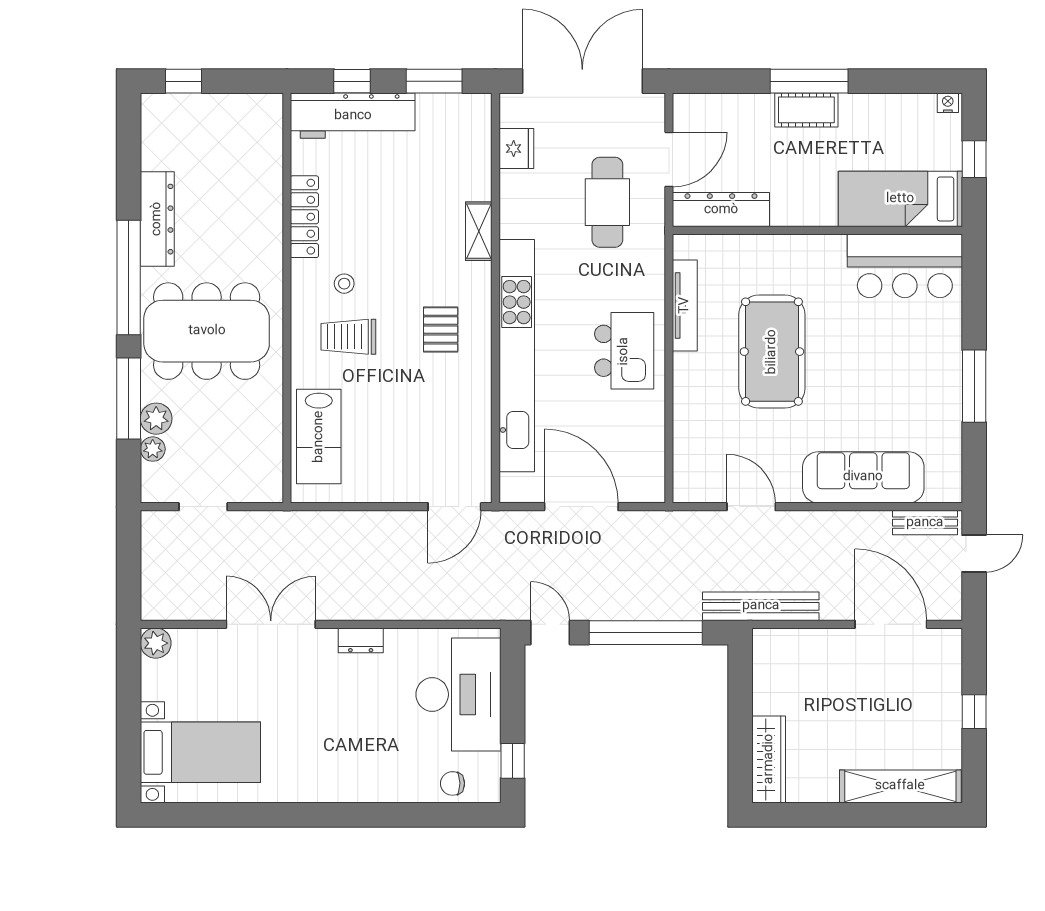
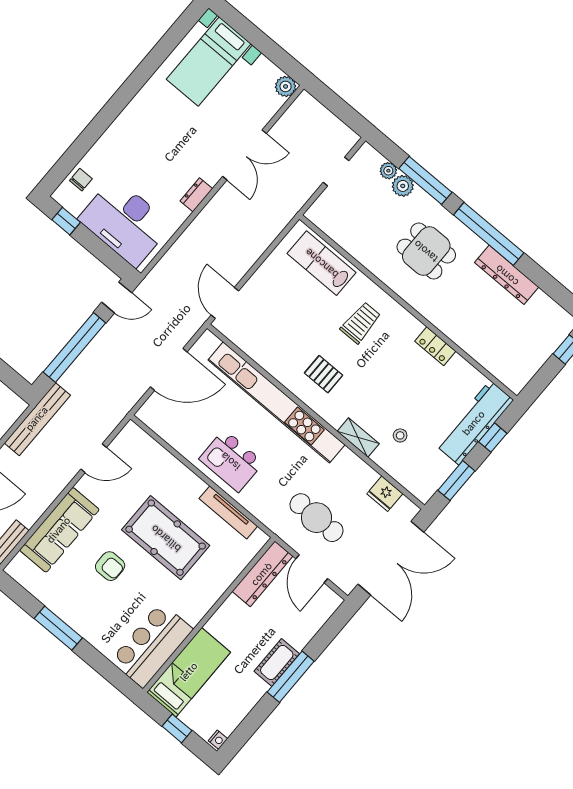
locker: (304, 217) -> (435, 346), width x0.66
stool: (344, 284) -> (400, 435), moved
dining table: (207, 331) -> (426, 251), width x0.53, depth x0.80
armchair: (856, 387) -> (110, 566), added

